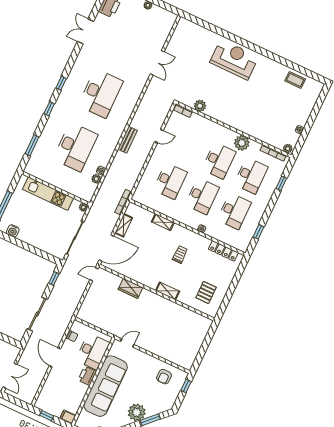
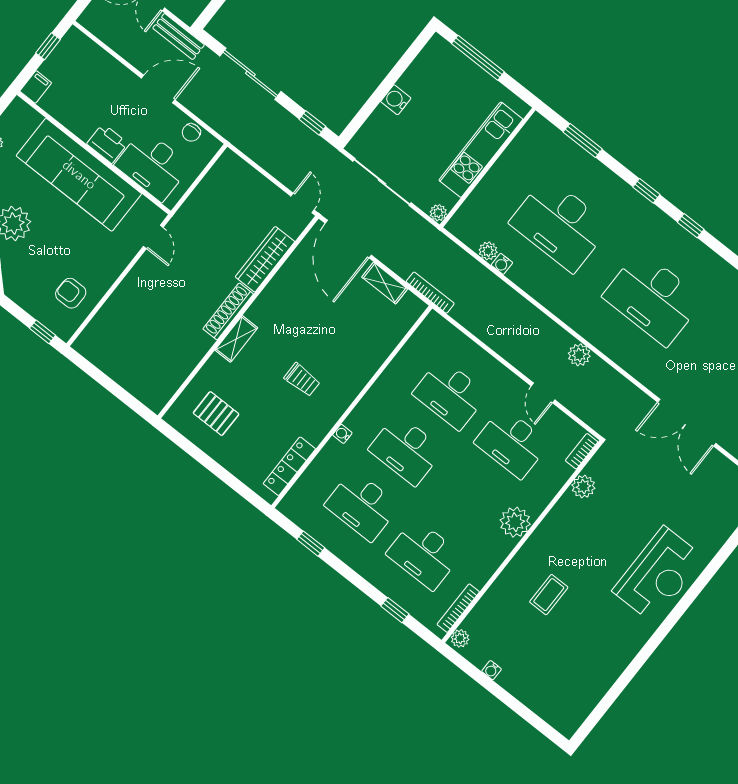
double door: (157, 63) -> (687, 423), width x1.37
coffee table: (295, 80) -> (549, 595), moved
plant: (136, 123) -> (579, 355), added
bench: (128, 140) -> (179, 36), moved
plant: (242, 143) -> (515, 522), moved
desk: (219, 161) -> (512, 443), moved
shelving: (163, 222) -> (373, 361), removed
water cooler: (13, 231) -> (396, 100), moved
wardrobe: (130, 288) -> (265, 259), width x1.50
shoe rack: (155, 298) -> (228, 311), added

